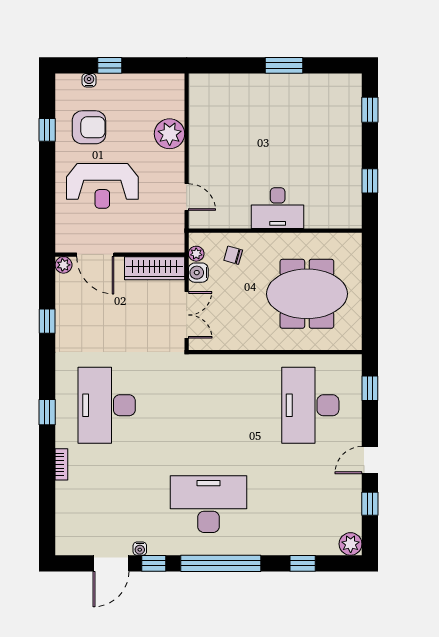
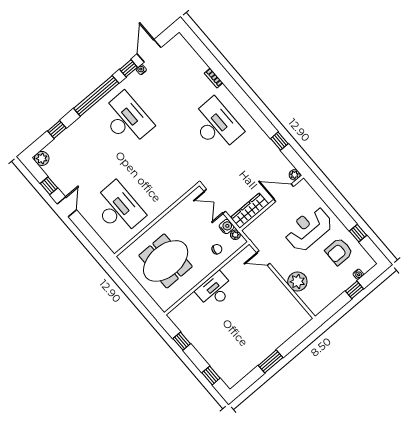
window: (370, 388) -> (96, 241), removed
window: (47, 412) -> (242, 97), removed
desk: (209, 504) -> (126, 119), turned -90

